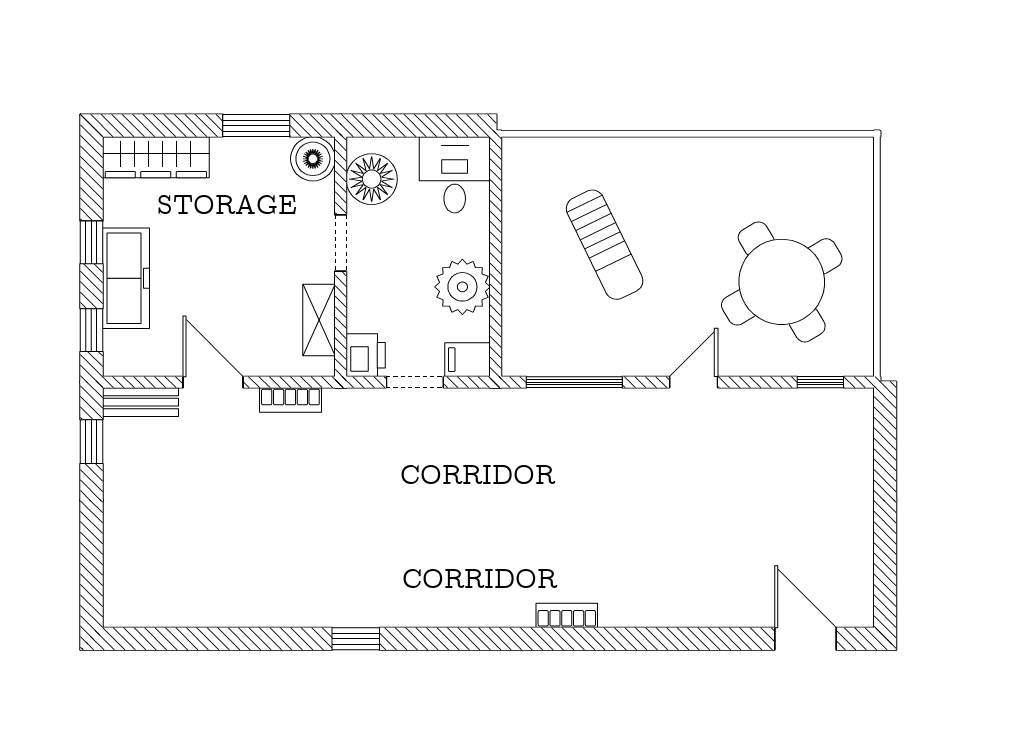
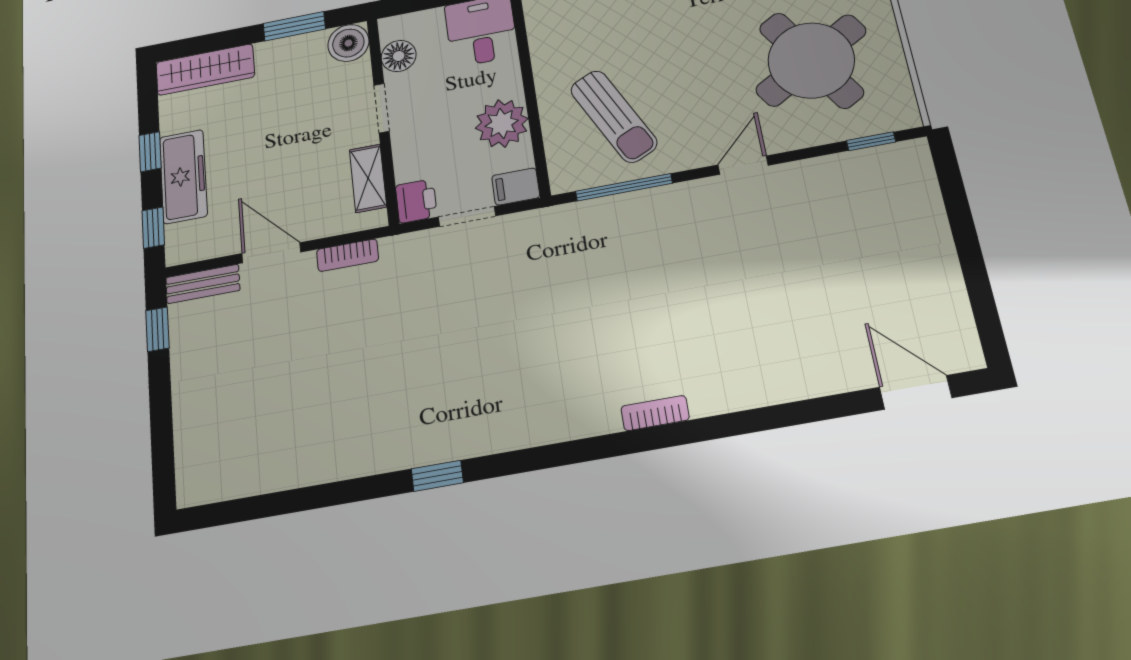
floor lamp: (372, 179) -> (399, 56), width x0.73, depth x0.73
sun lounger: (605, 245) -> (614, 116), moved

